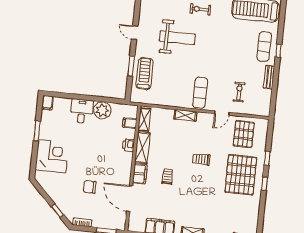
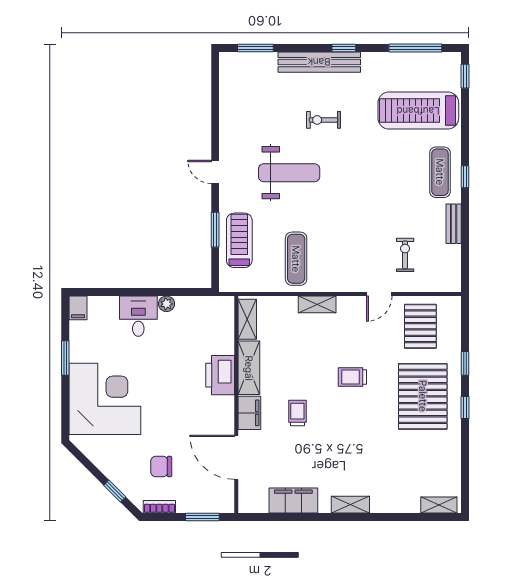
exercise mat: (200, 93) -> (296, 259), moved
plant: (102, 110) -> (167, 304), width x0.53, depth x0.53
filing cabinet: (130, 123) -> (223, 328), removed
printer: (128, 145) -> (220, 375), width x1.87, depth x1.48
corner desk: (52, 156) -> (105, 399), width x1.36, depth x1.36
chair: (90, 187) -> (161, 467), moved

